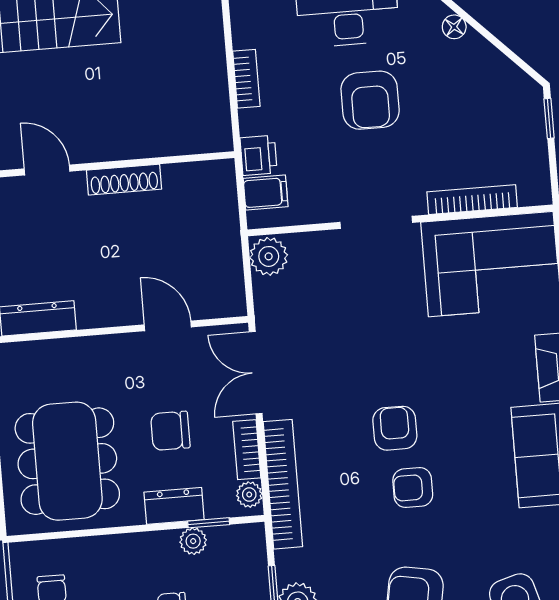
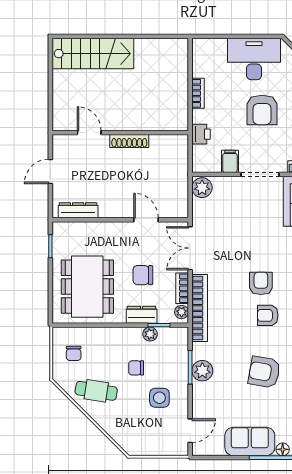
filing cabinet: (266, 193) -> (230, 161), moved, turned -90

